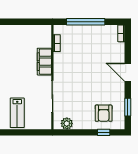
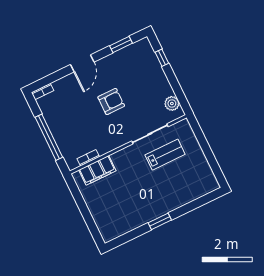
filing cabinet: (44, 62) -> (97, 170), moved
lab bench: (17, 113) -> (165, 155), moved
armchair: (104, 113) -> (111, 102), moved

